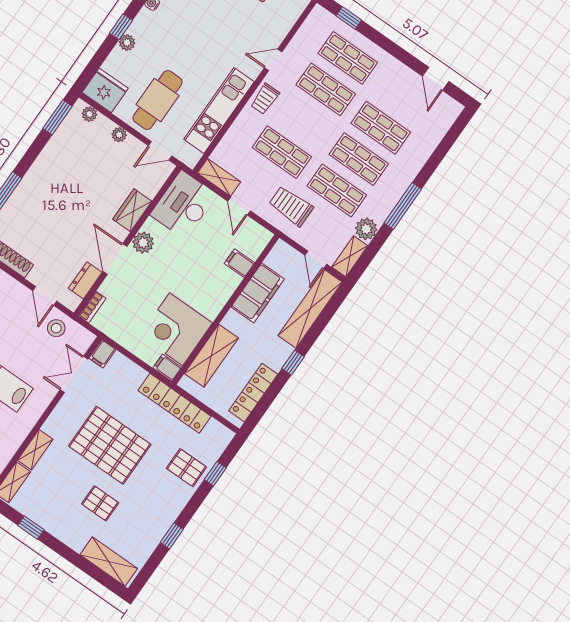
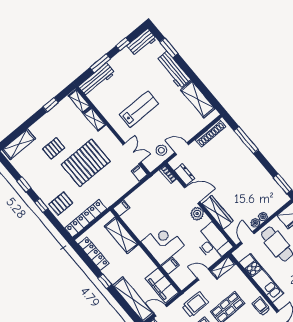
plant: (89, 114) -> (255, 223), moved
wardrobe: (132, 210) -> (217, 212), width x1.50
filing cabinet: (258, 293) -> (162, 285), moved
corner desk: (176, 329) -> (163, 244), moved
locker: (175, 403) -> (86, 218), moved
window: (215, 474) -> (41, 206), moved

